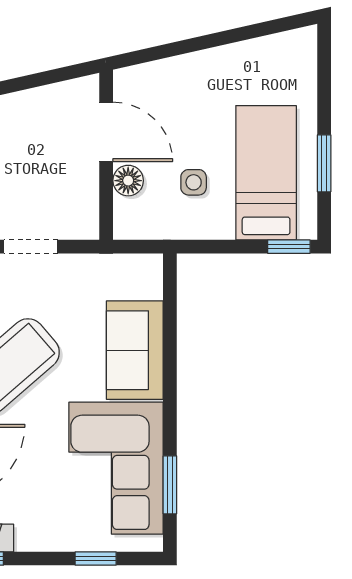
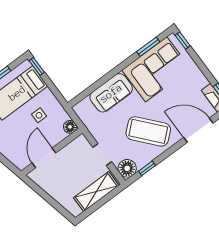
floor lamp: (128, 181) -> (70, 127), moved
window: (96, 559) -> (183, 41), moved

